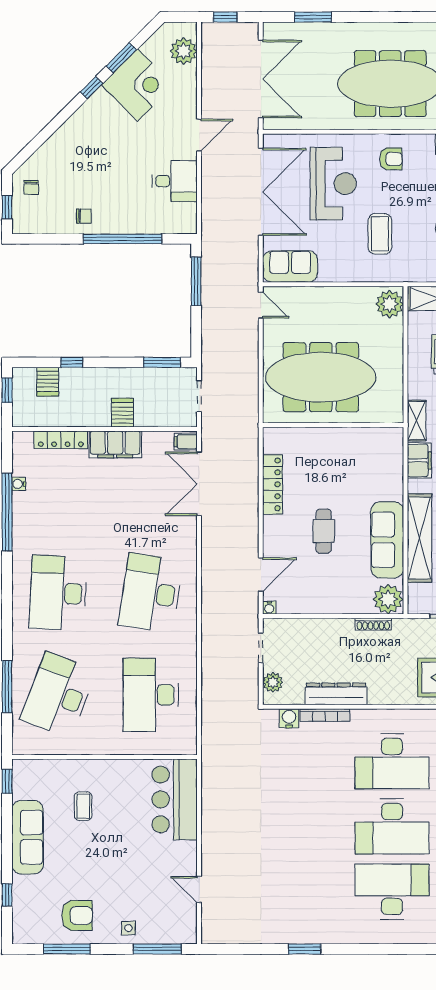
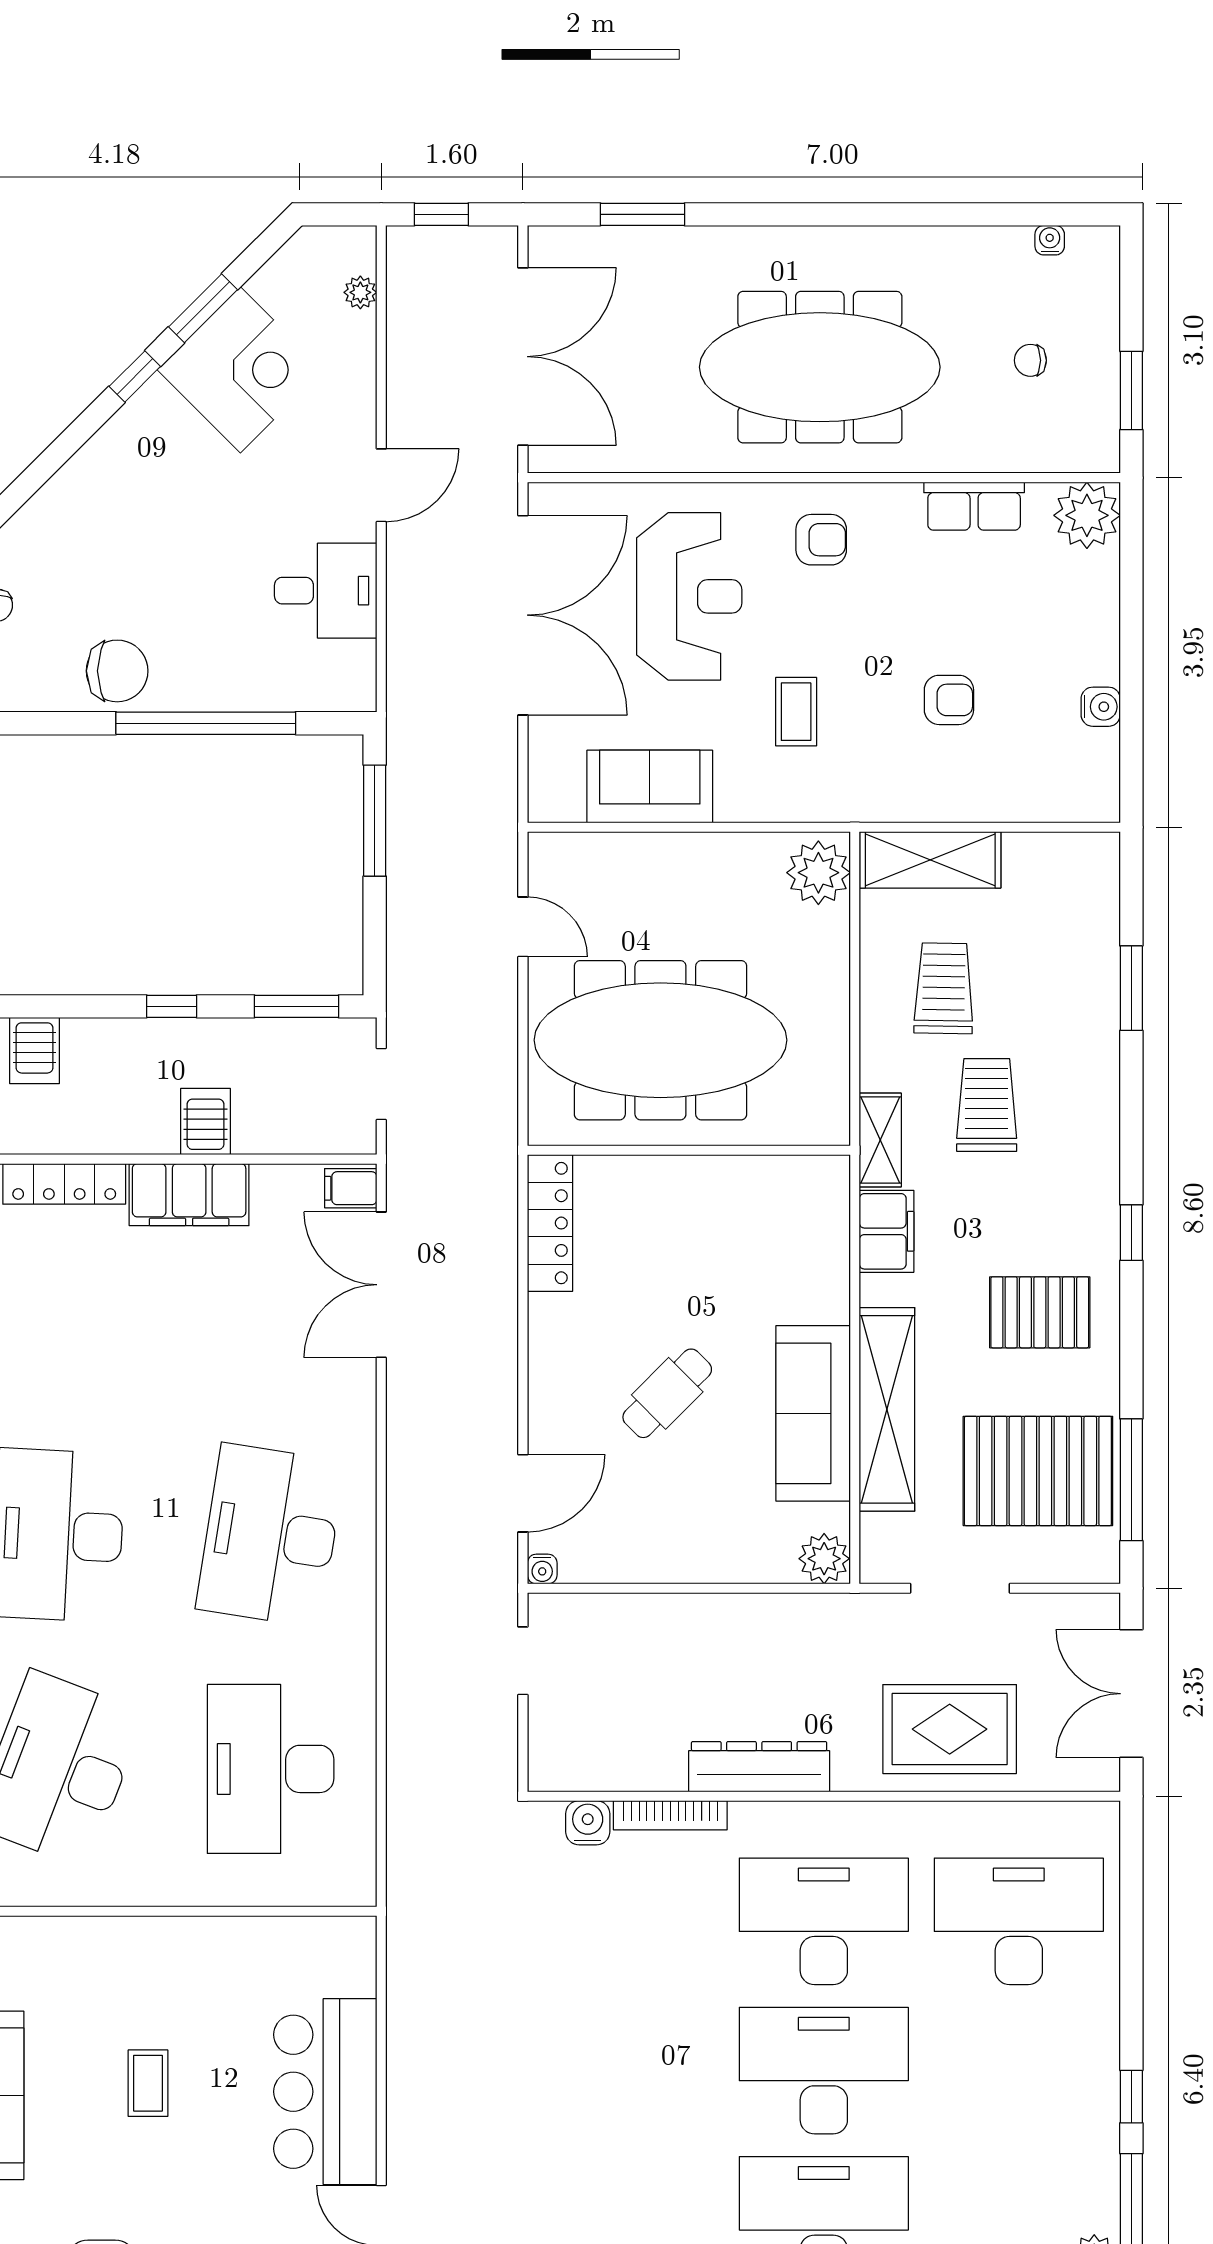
plant: (184, 51) -> (360, 292), width x0.53, depth x0.53
chair: (84, 216) -> (117, 671), width x1.87, depth x1.87
coffee table: (380, 234) -> (796, 712), width x0.73, depth x0.77
sofa: (290, 266) -> (650, 787), moved
door: (261, 305) -> (523, 927), moved
window: (72, 362) -> (172, 1006), moved
locker: (273, 484) -> (550, 1223), moved
cafe table: (324, 531) -> (667, 1393), turned 45
plant: (388, 599) -> (824, 1559), width x0.73, depth x0.73
shoe rack: (373, 624) -> (781, 1607), removed
plant: (273, 682) -> (551, 1740), removed
dresser: (336, 694) -> (759, 1767), moved
desk: (392, 761) -> (824, 1921), turned 180
bar counter: (175, 799) -> (325, 2092), moved
coffee table: (83, 806) -> (148, 2083), moved
desk: (392, 826) -> (824, 2071), turned 180

